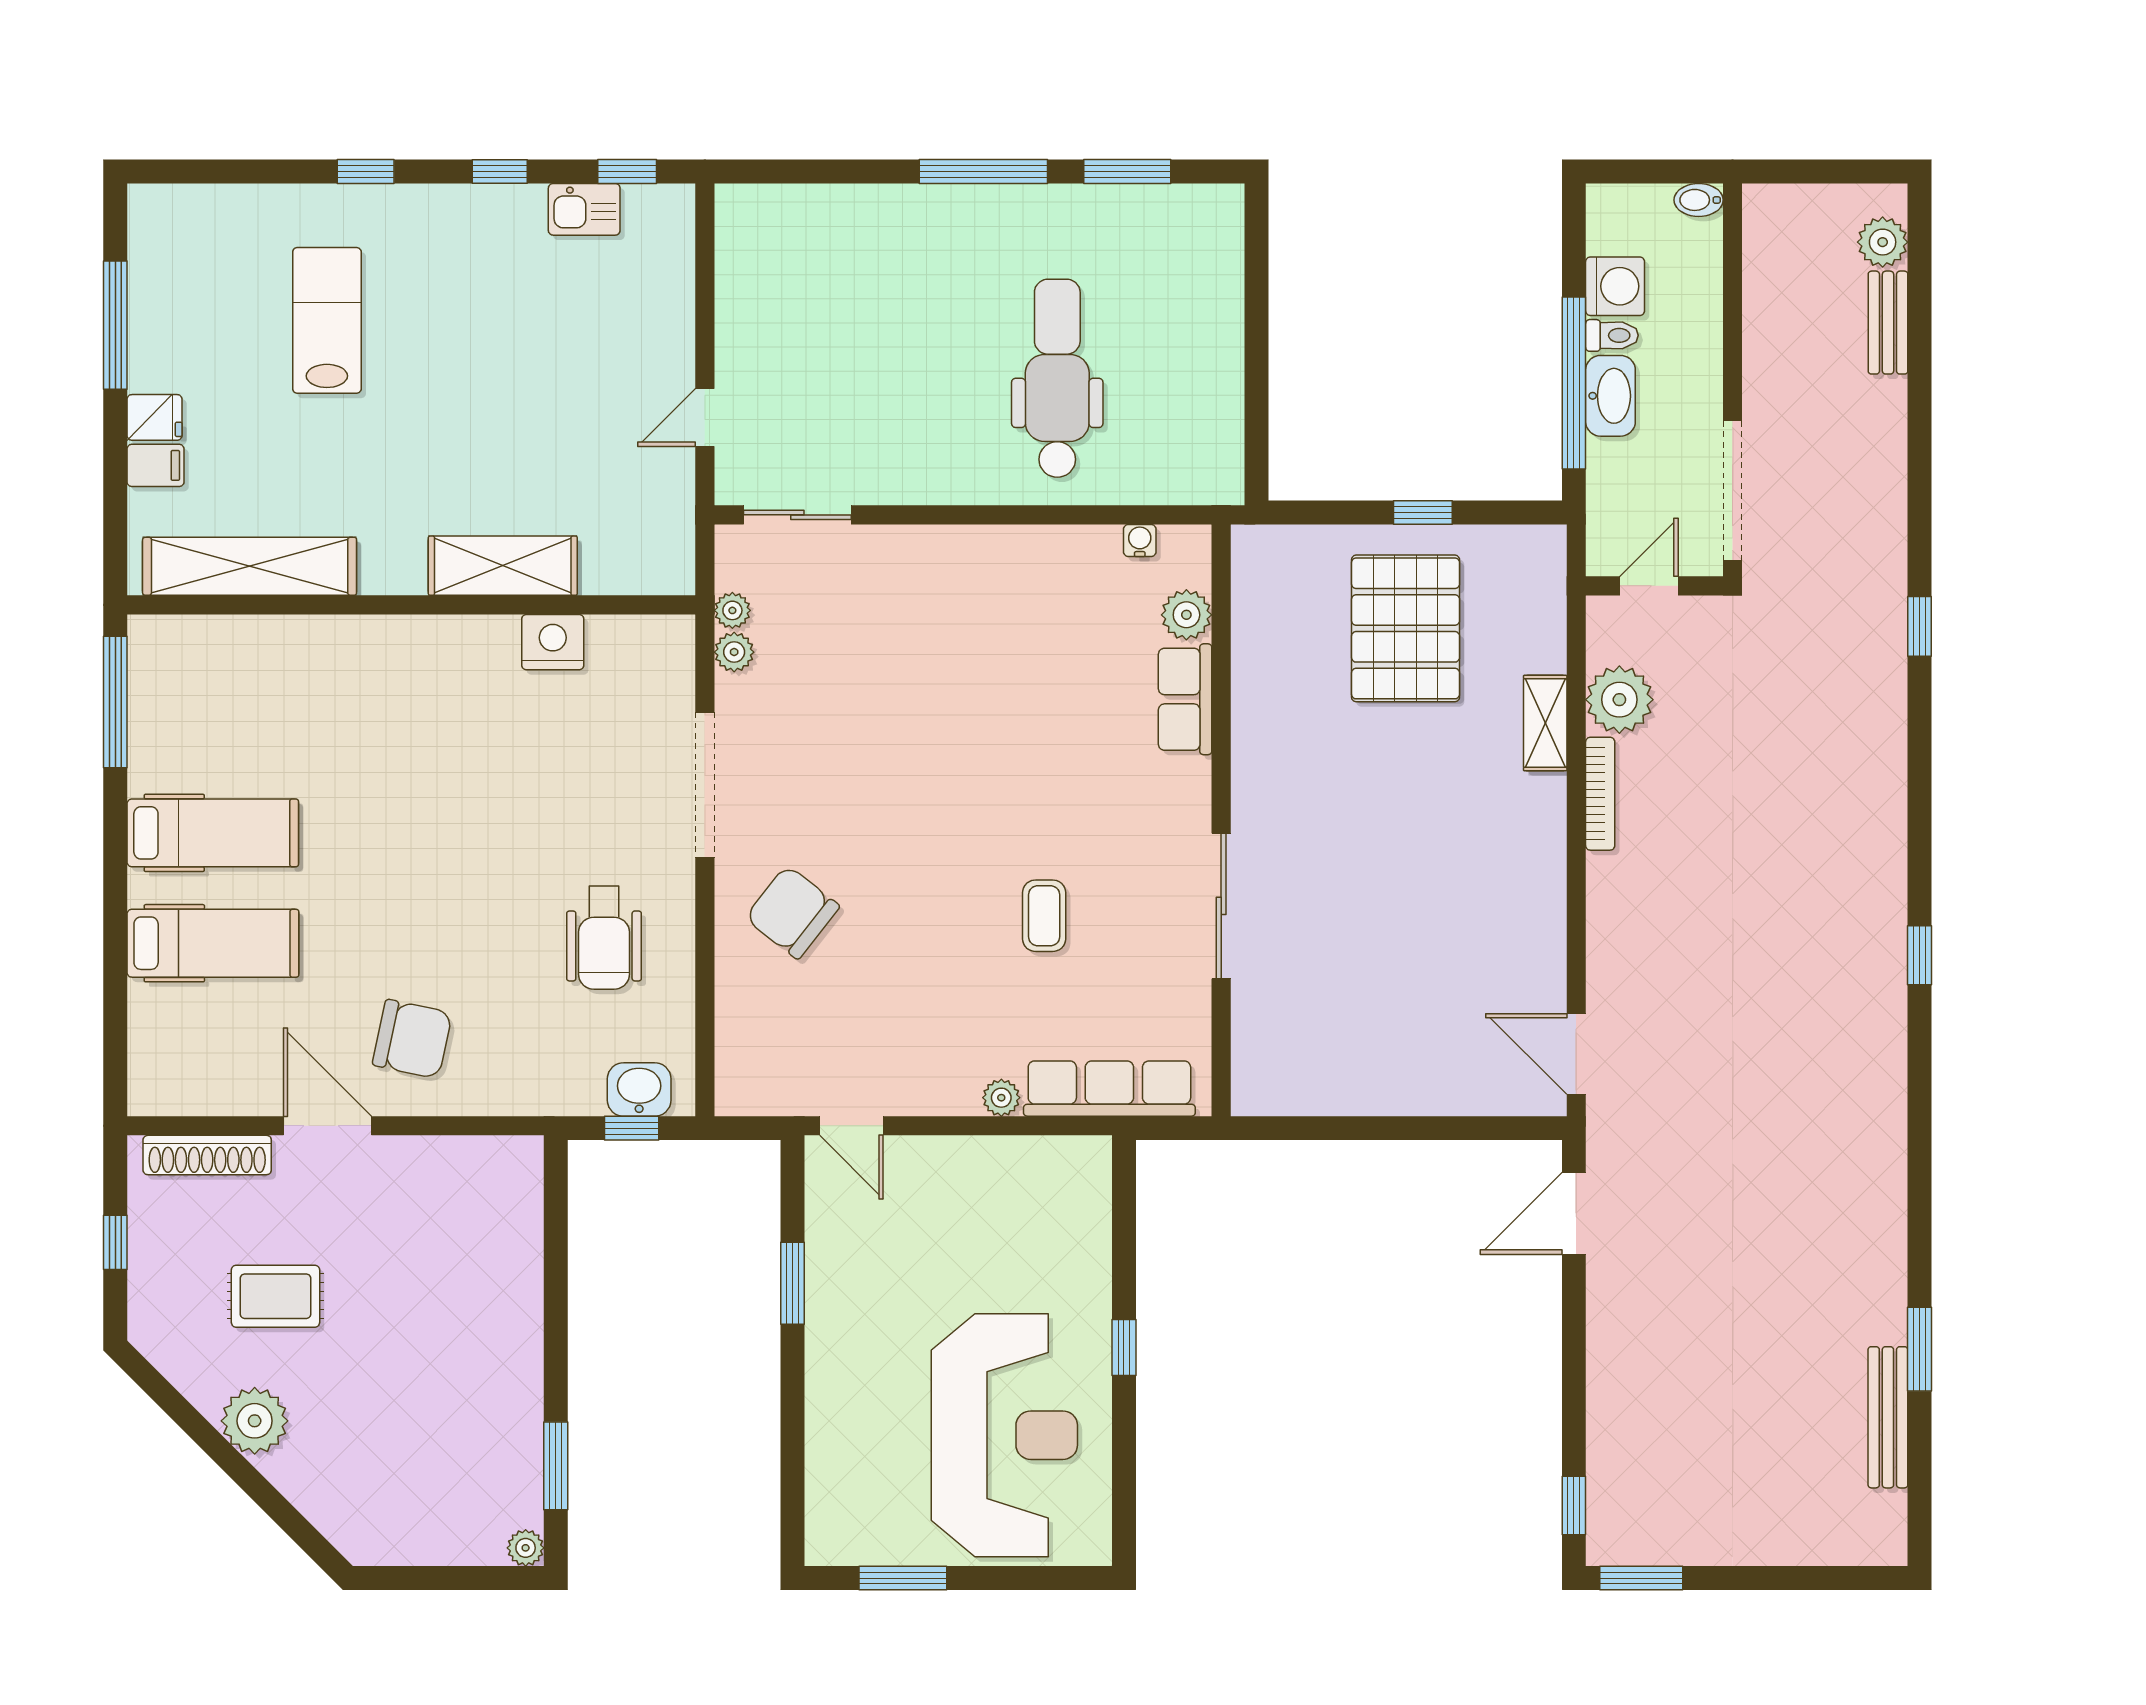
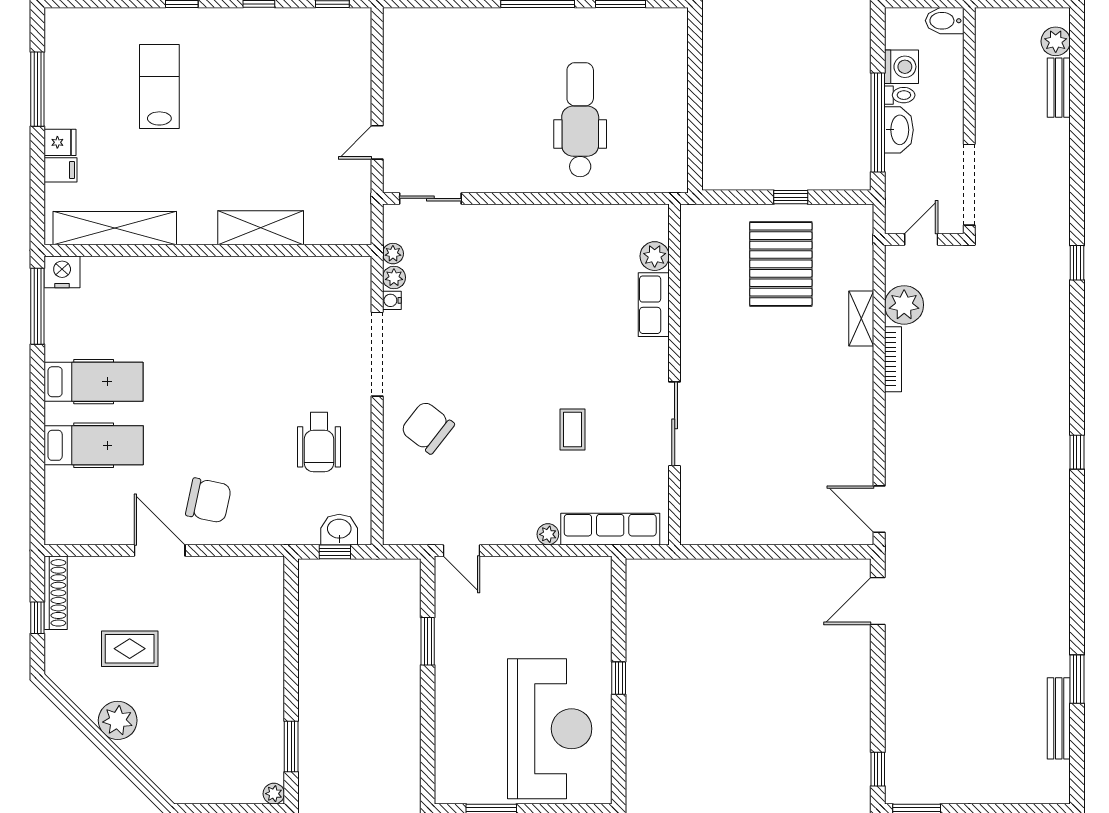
bidet: (1699, 200) -> (945, 21), width x1.38, depth x1.36
kitchen sink: (584, 209) -> (308, 22), removed
water cooler: (1140, 541) -> (392, 300), moved, turned -90
nightstand: (553, 642) -> (62, 272), moved
shoe rack: (207, 1155) -> (56, 593), moved, turned -90

